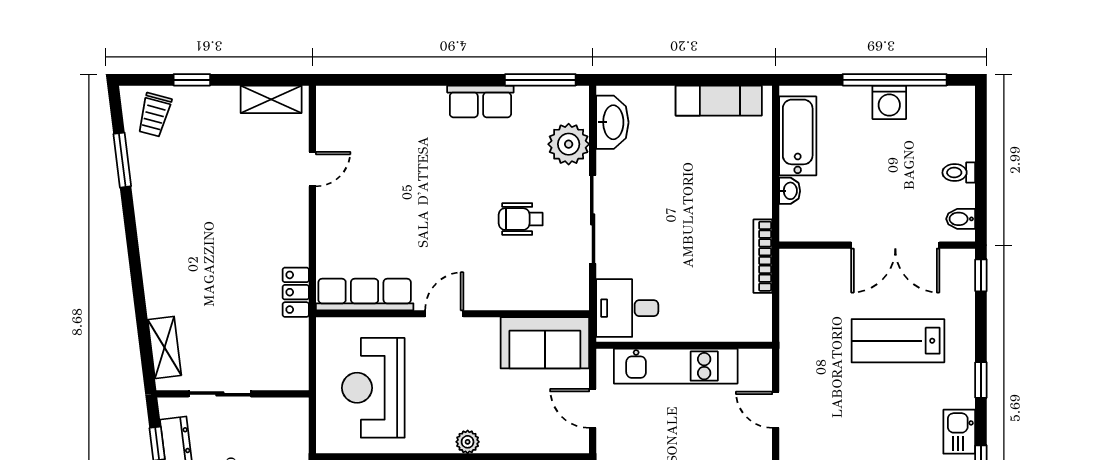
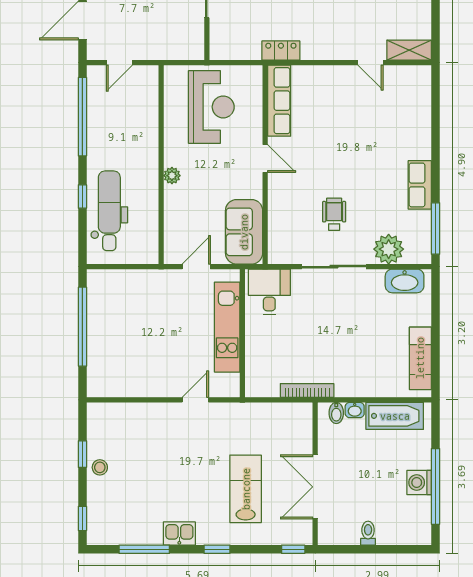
shelving: (271, 99) -> (409, 50), moved, turned 90
bidet: (961, 219) -> (336, 413), moved, turned 180
reception desk: (373, 388) -> (211, 107), turned 90

